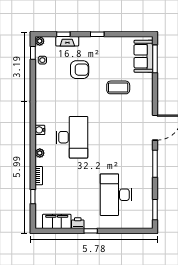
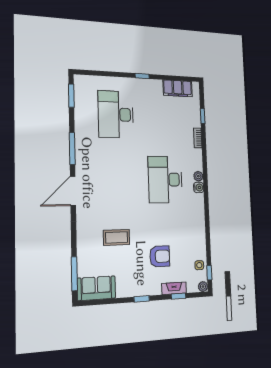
sofa: (143, 56) -> (96, 288), moved, turned -90
armchair: (80, 70) -> (160, 256), turned 180
plant: (40, 153) -> (198, 176), moved
desk: (116, 195) -> (116, 114), turned 180
printer: (78, 223) -> (156, 85), removed

